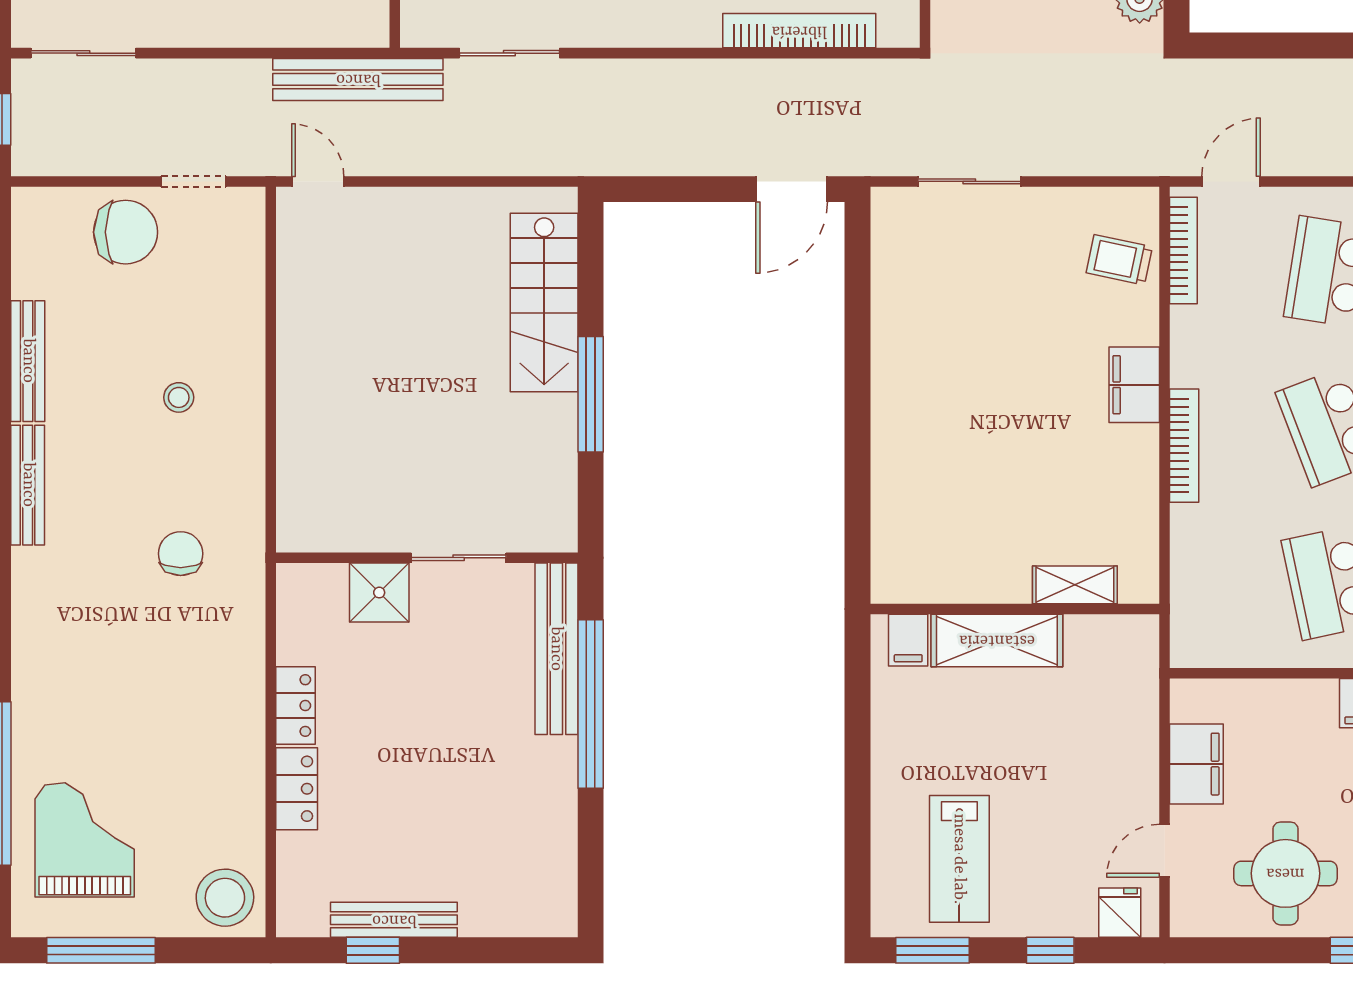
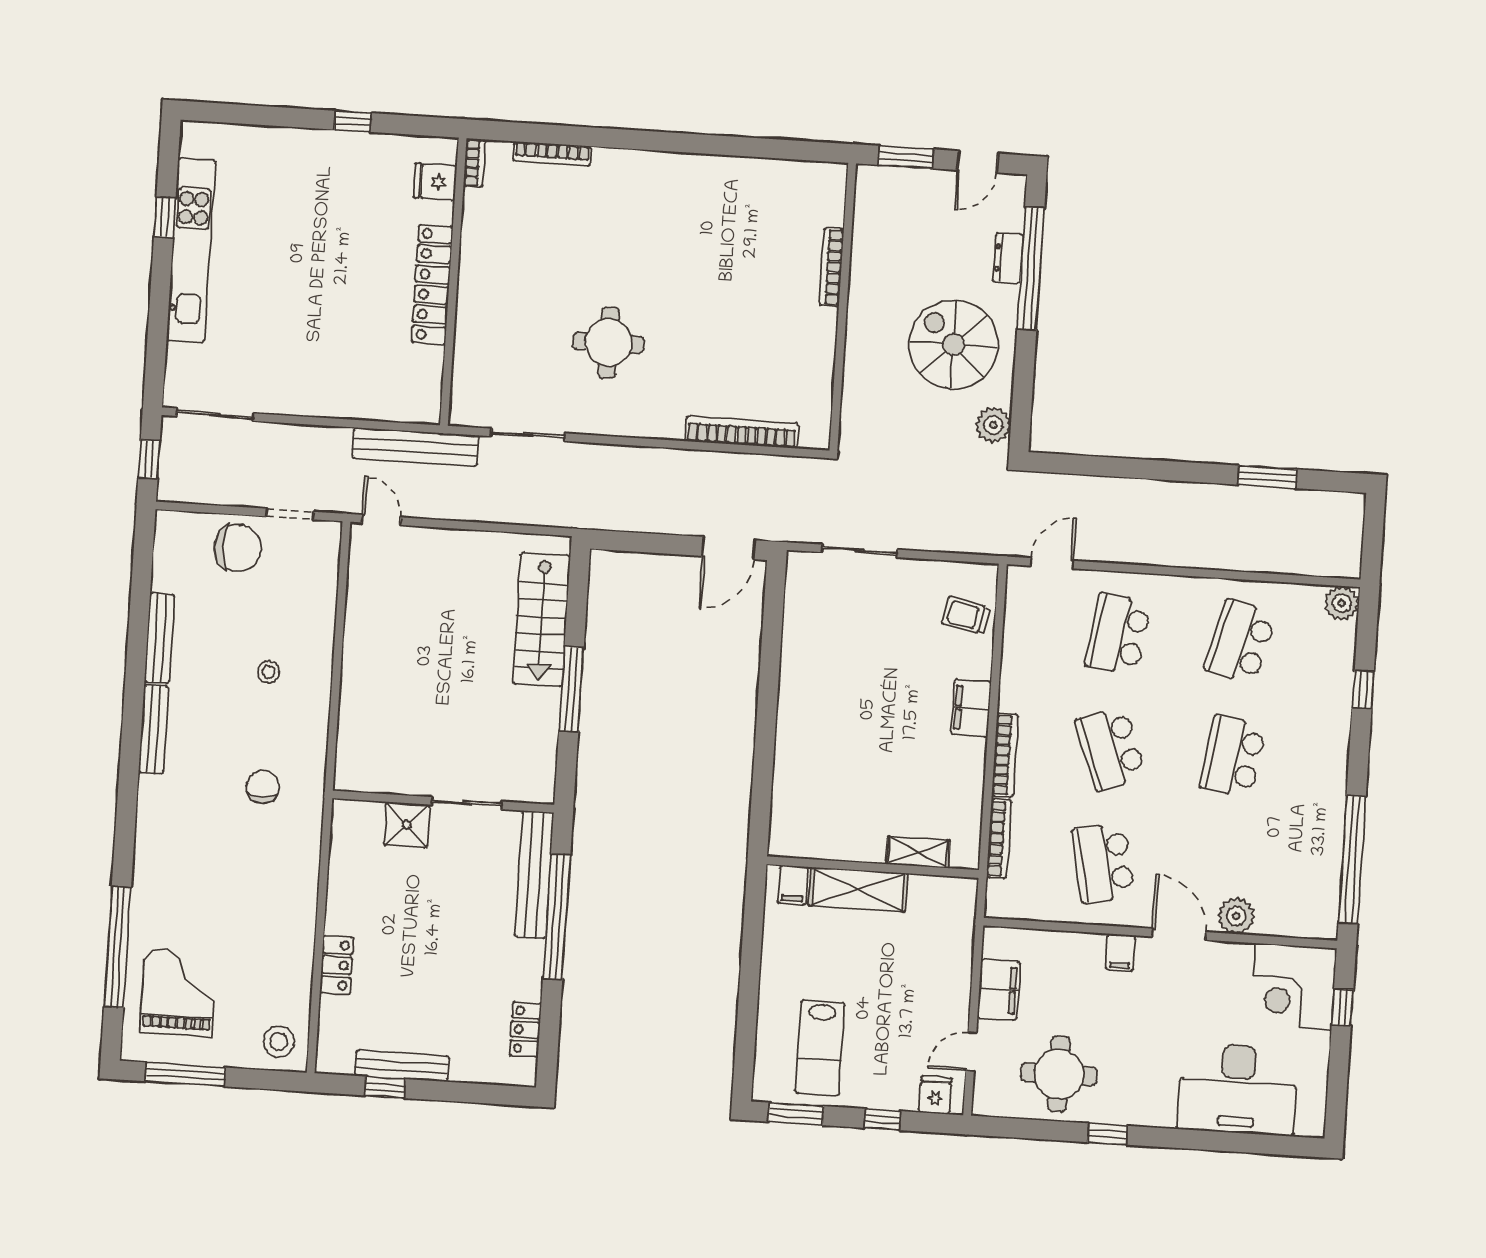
bookcase: (1183, 251) -> (999, 839), moved
locker: (296, 706) -> (525, 1030), moved, turned 180
stool: (225, 898) -> (279, 1042), width x0.73, depth x0.73

